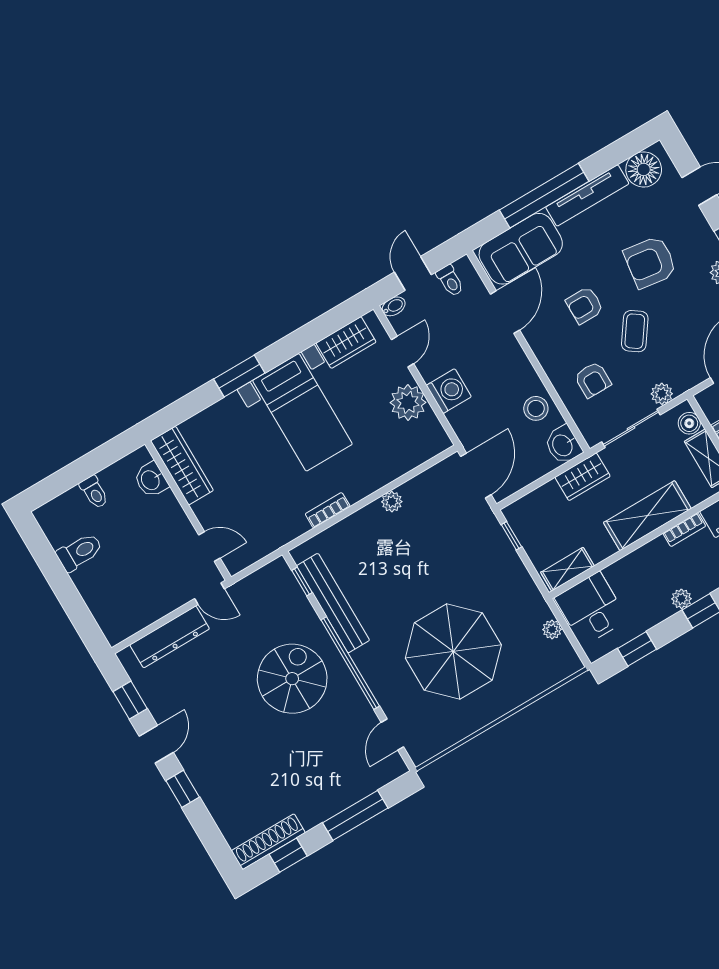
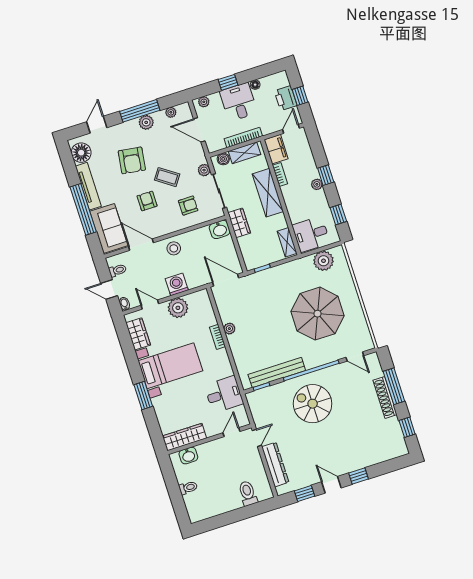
armchair: (585, 305) -> (147, 201), turned 180
stool: (536, 408) -> (174, 248), moved
bookcase: (328, 510) -> (217, 337), moved
desk: (273, 518) -> (224, 394), added
toilet: (80, 552) -> (248, 493), moved
plant: (552, 629) -> (323, 261), width x1.88, depth x1.88
shoe rack: (268, 842) -> (385, 397), moved

